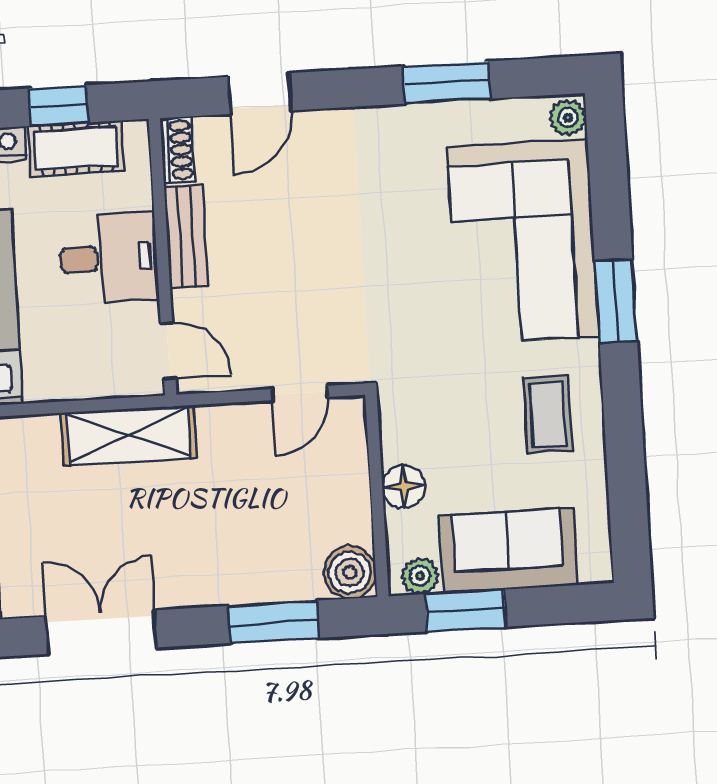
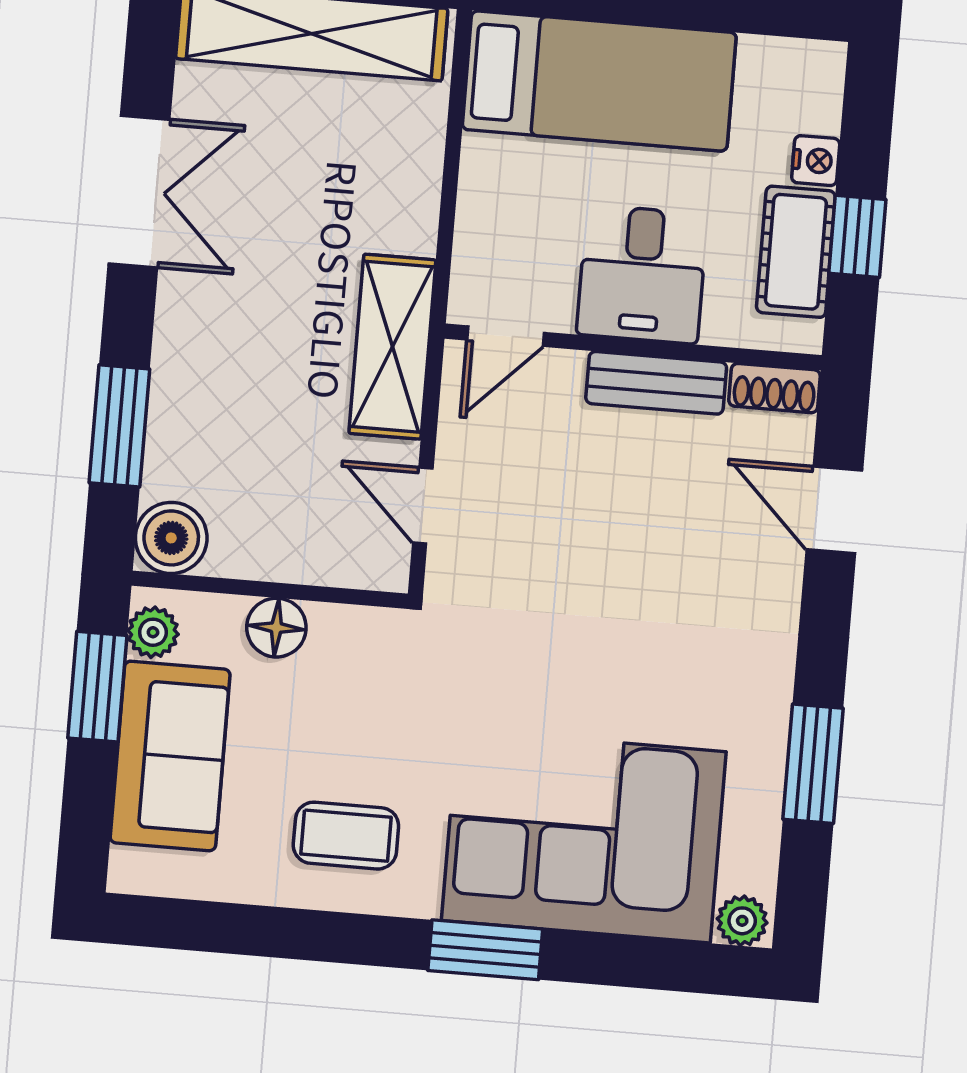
shelving: (129, 435) -> (392, 347), moved

